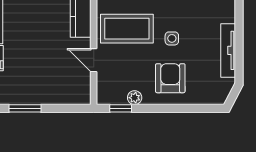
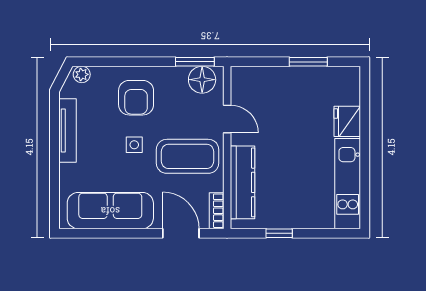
floor lamp: (115, 93) -> (202, 80), added
plant: (135, 98) -> (82, 74), moved
window: (121, 108) -> (195, 62), width x1.50

